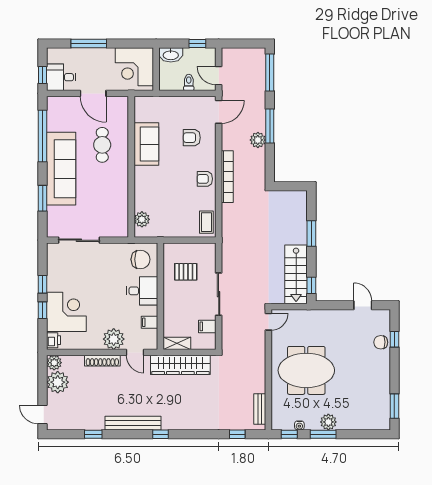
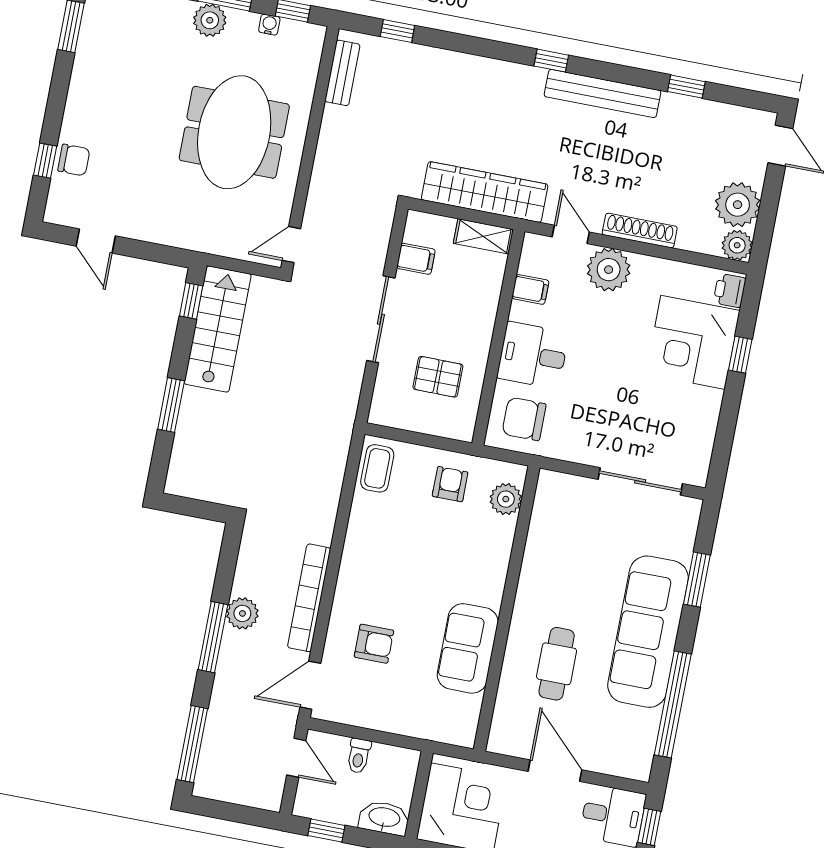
bookcase: (227, 177) -> (309, 598), moved
armchair: (205, 179) -> (450, 484), moved, turned -90
window: (43, 284) -> (730, 407), removed
meeting table: (306, 370) -> (234, 132), turned 90

